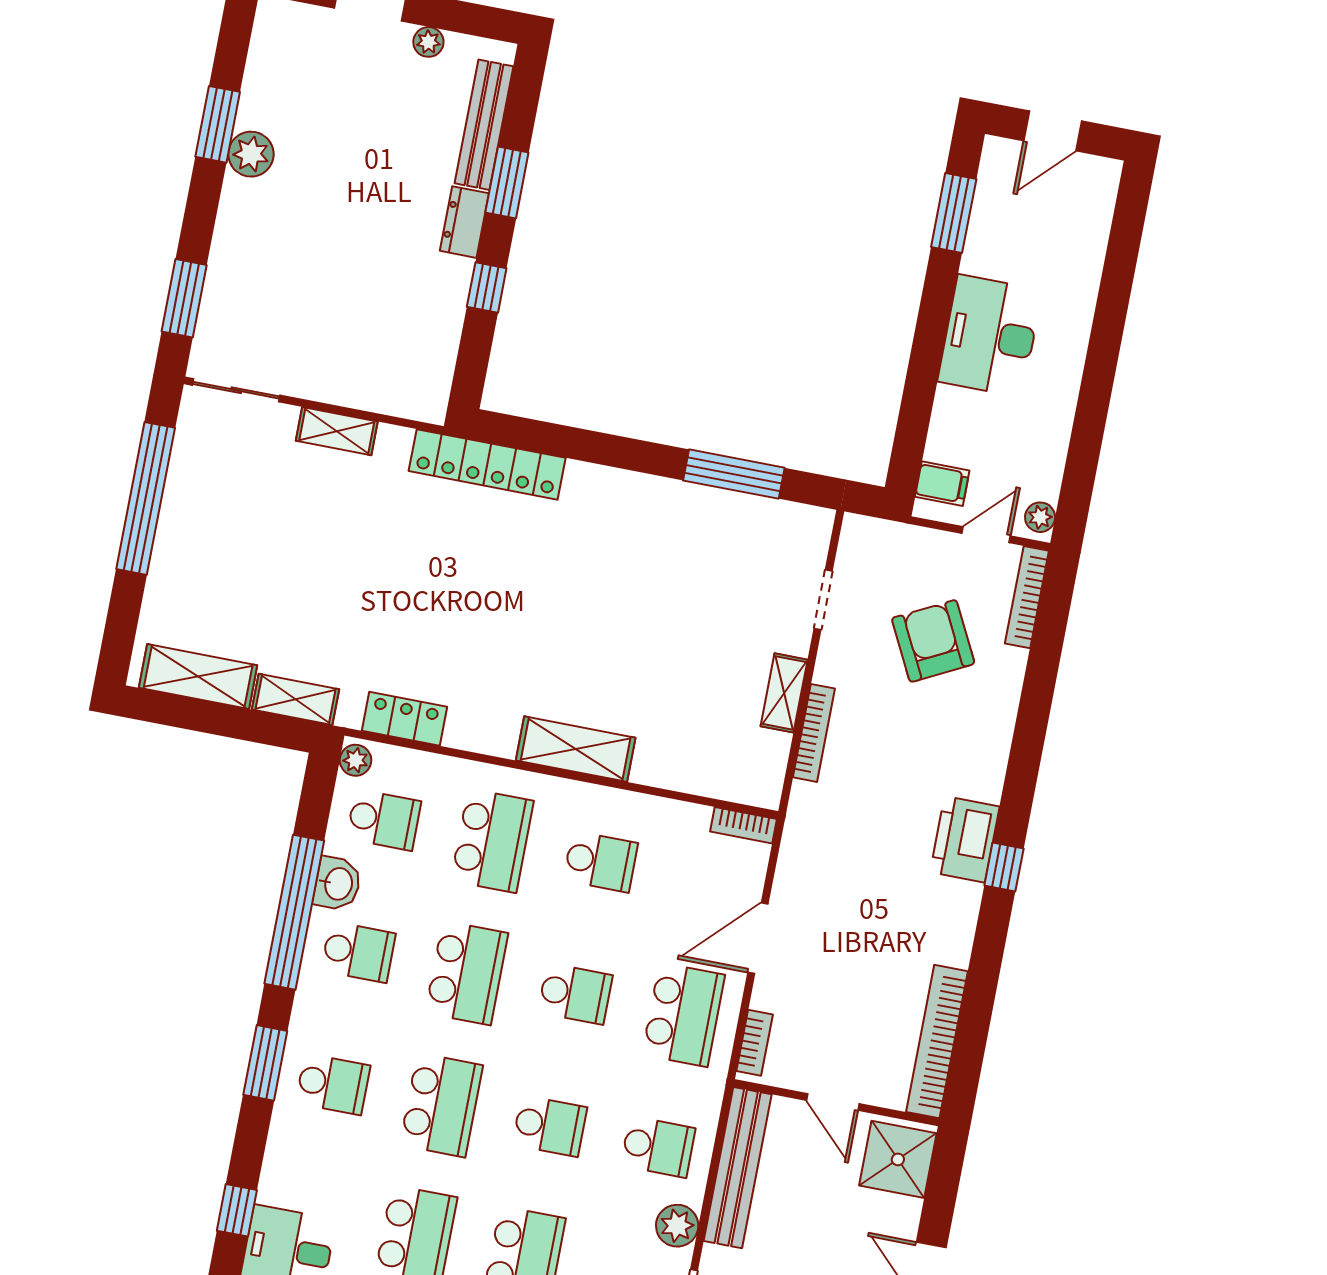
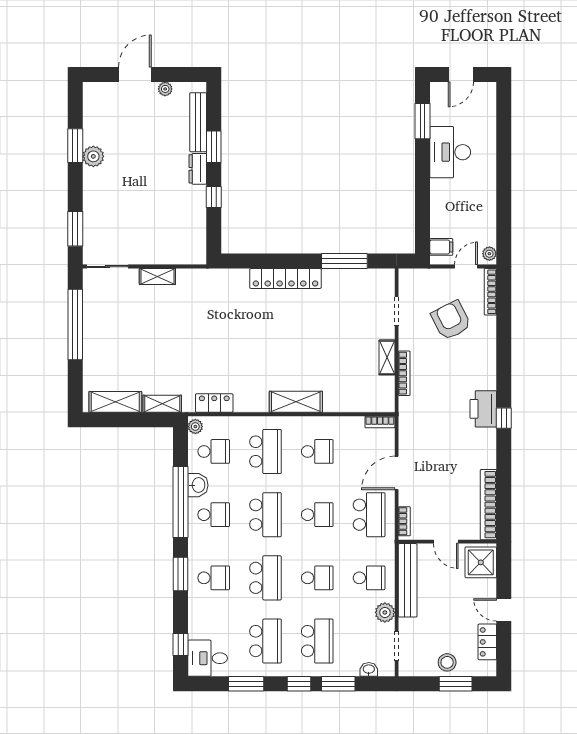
desk: (990, 336) -> (450, 152), moved
locker: (487, 464) -> (286, 278), moved

